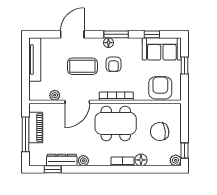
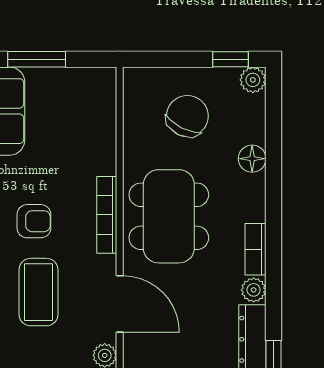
window: (185, 65) -> (37, 59), width x1.50
armchair: (160, 88) -> (88, 115), removed
chair: (160, 132) -> (187, 116), turned -146
bookcase: (123, 161) -> (256, 249), moved

